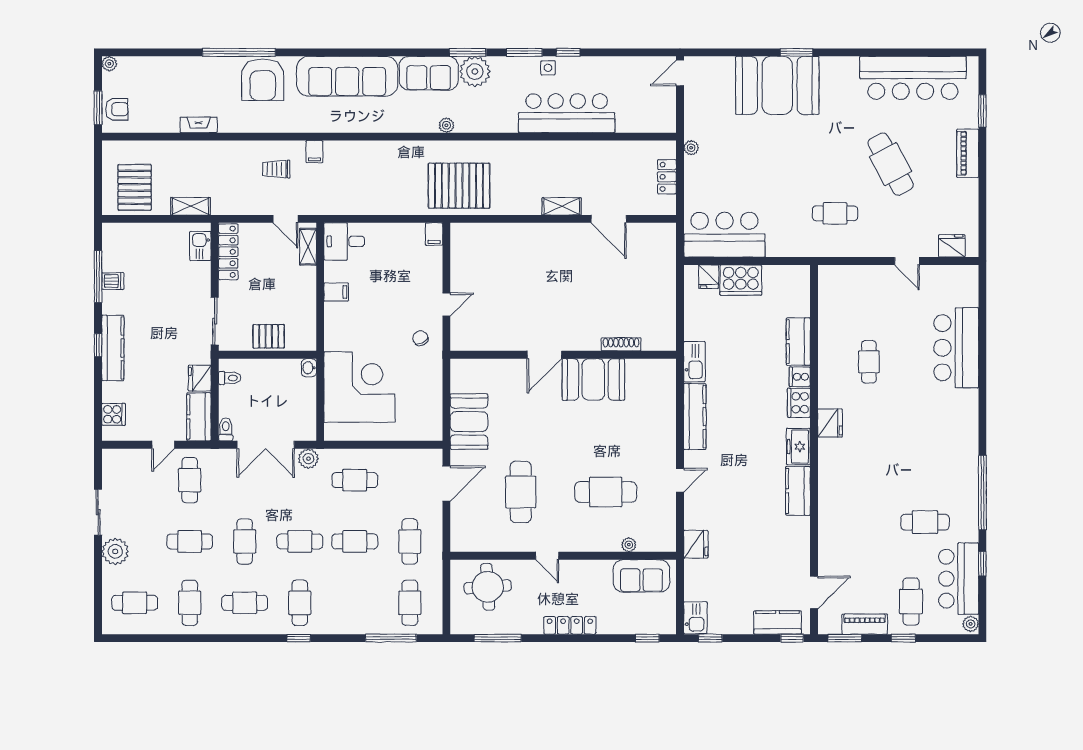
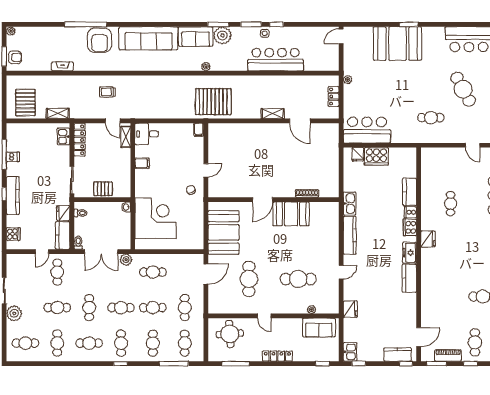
filing cabinet: (314, 152) -> (129, 82), removed
booth: (469, 422) -> (224, 232), width x1.36, depth x1.42
cafe table: (355, 603) -> (153, 343), added

